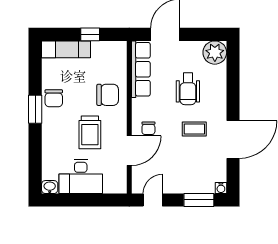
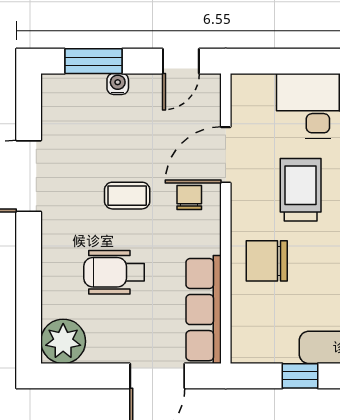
wheelchair: (188, 89) -> (114, 272), turned -90
coffee table: (194, 129) -> (127, 196), moved
water cooler: (221, 188) -> (118, 84), moved

